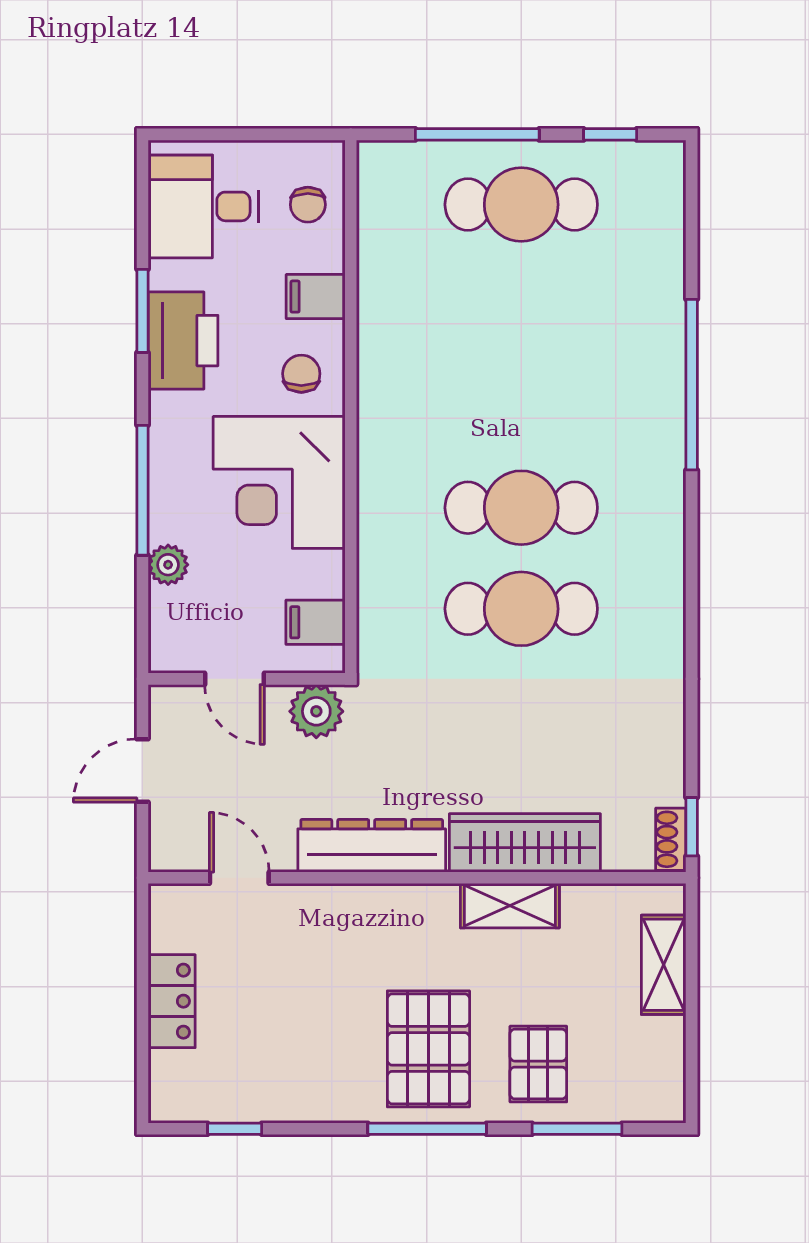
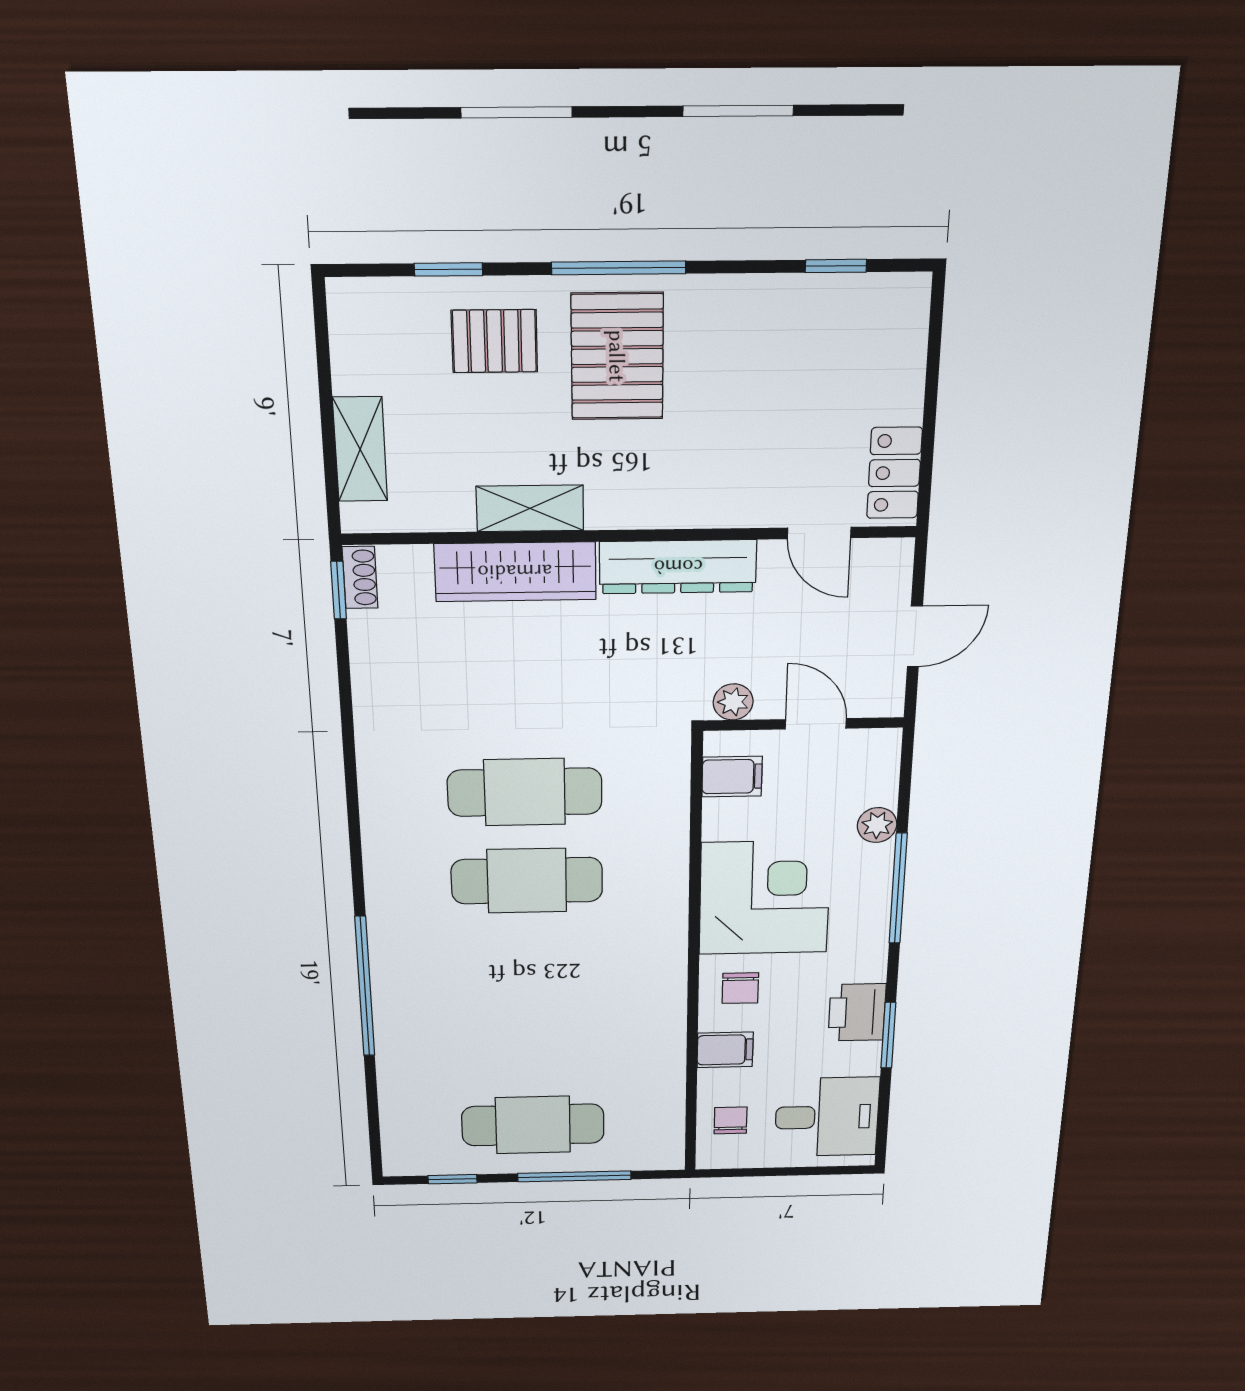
printer: (183, 341) -> (857, 1012), width x0.73, depth x0.84
plant: (316, 711) -> (733, 702), width x0.73, depth x0.73
locker: (172, 1001) -> (894, 473), moved
pallet: (538, 1064) -> (494, 341), turned 90
window: (577, 1129) -> (448, 269), width x0.67

